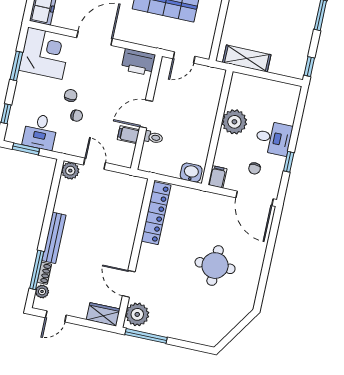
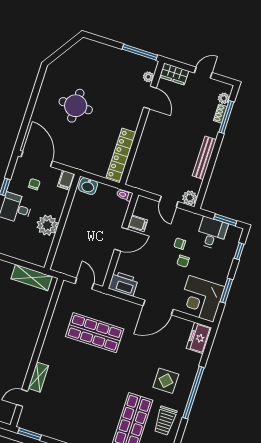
door: (184, 57) -> (84, 284), hinge flipped
toilet: (153, 137) -> (125, 195), moved
bench: (54, 238) -> (204, 158), moved
plant: (137, 314) -> (148, 77), width x0.53, depth x0.53
door: (56, 316) -> (203, 73), moved

